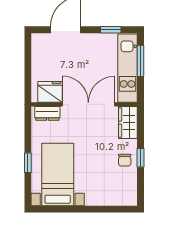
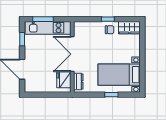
wardrobe: (128, 123) -> (129, 28), moved

